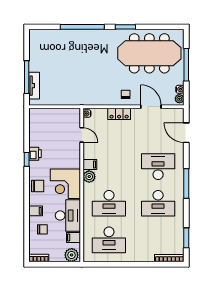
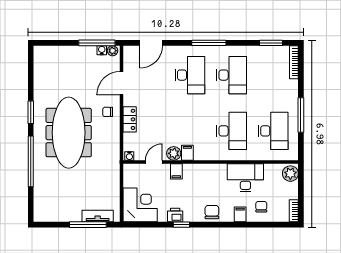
meeting table: (149, 53) -> (69, 133), moved
window: (186, 65) -> (97, 43), moved
desk: (158, 167) -> (190, 75), turned 180
plant: (89, 177) -> (174, 153), moved
corner desk: (65, 184) -> (140, 205), moved, turned -90
filing cabinet: (73, 237) -> (176, 171), moved
window: (123, 264) -> (301, 115), added

